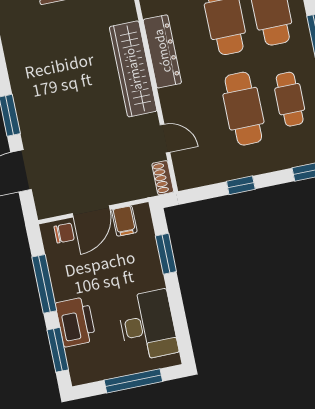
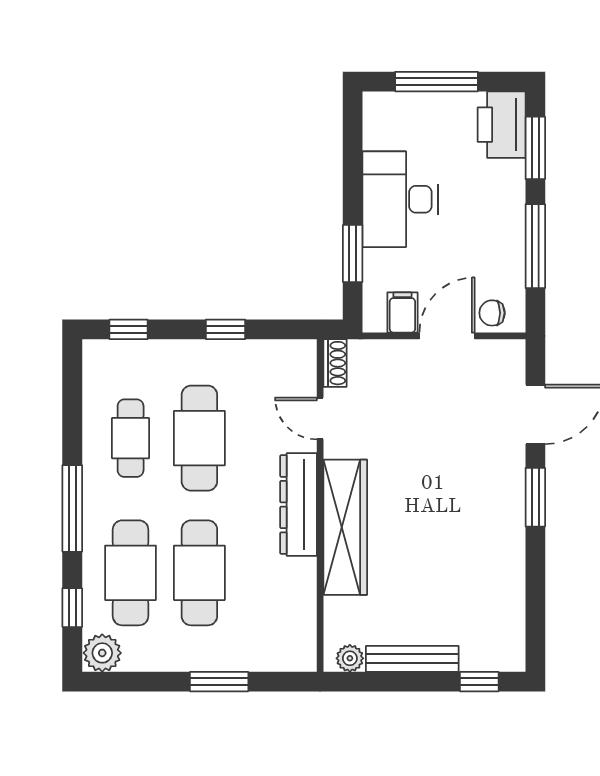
dresser: (162, 51) -> (298, 505), moved
printer: (76, 322) -> (502, 125), moved
desk: (147, 325) -> (400, 199), moved

